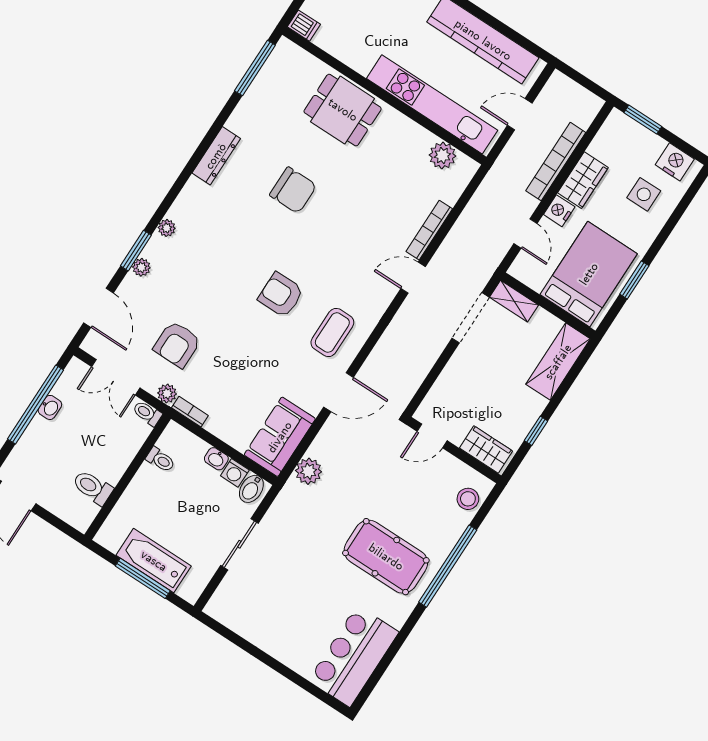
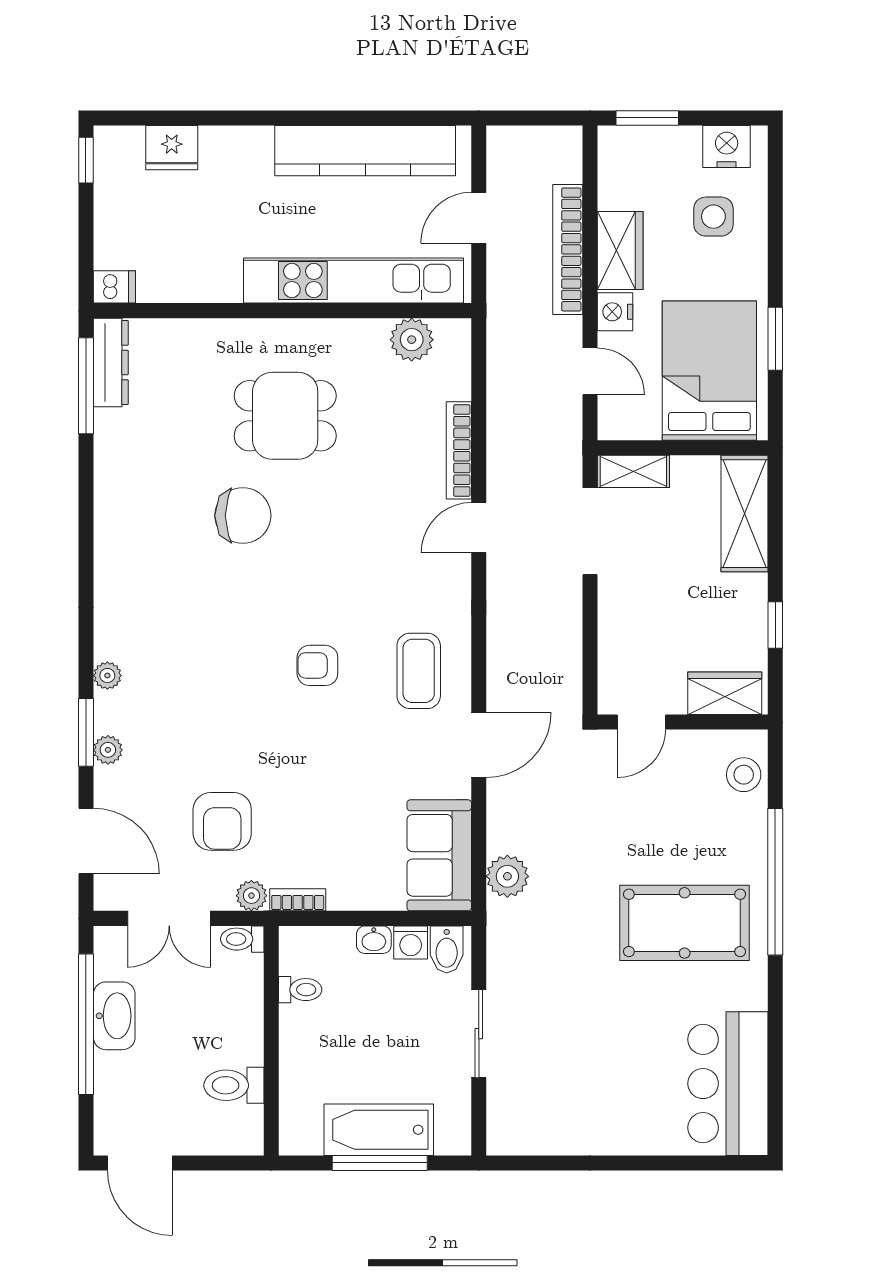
dining table: (343, 110) -> (285, 416), moved
dresser: (216, 156) -> (111, 362), moved
armchair: (281, 295) -> (317, 665), width x0.72, depth x0.72
washbasin: (50, 407) -> (114, 1016), width x1.91, depth x1.45

